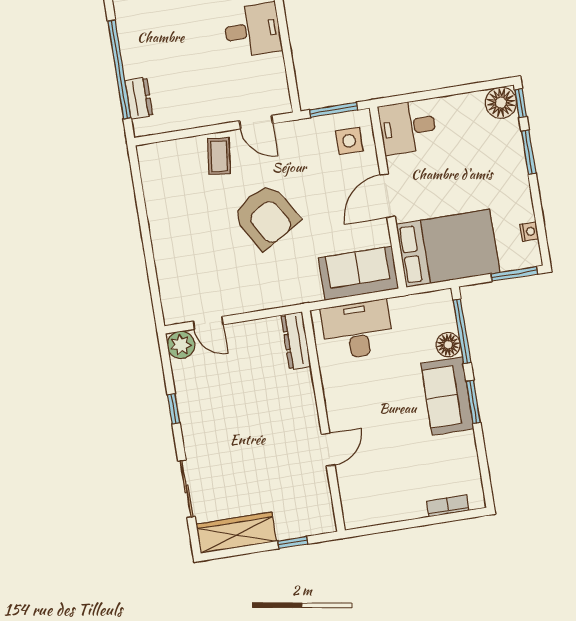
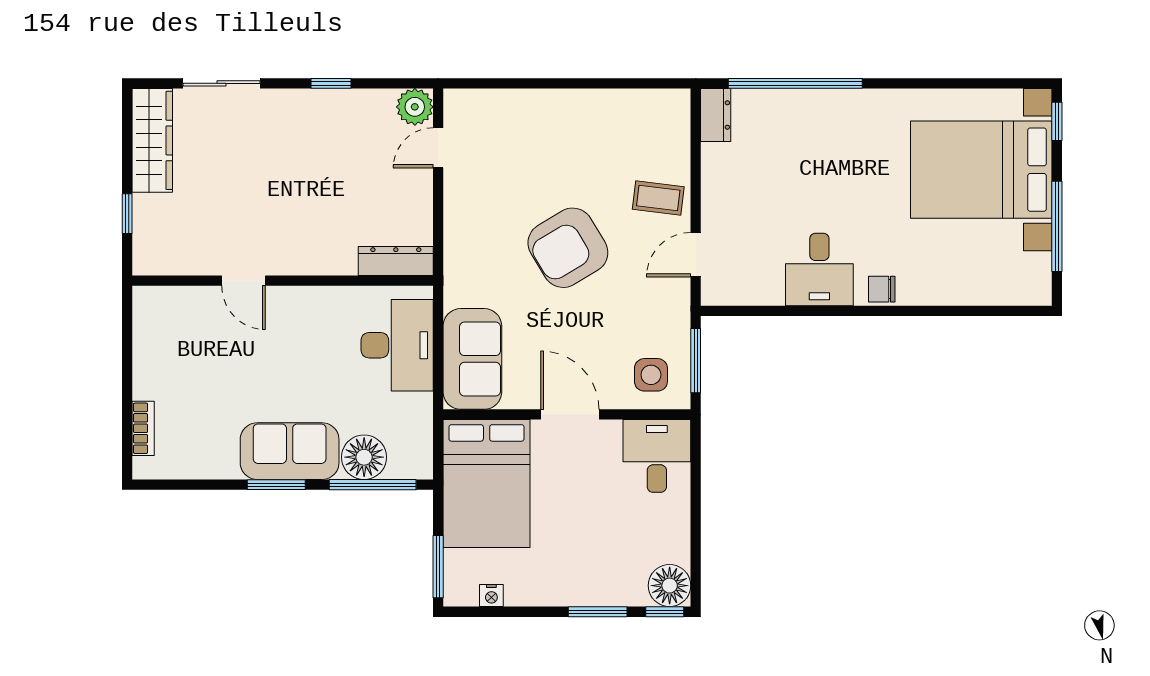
dresser: (139, 98) -> (716, 115), moved, turned -90
floor lamp: (448, 345) -> (364, 457), width x1.38, depth x1.38

